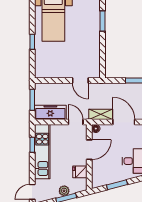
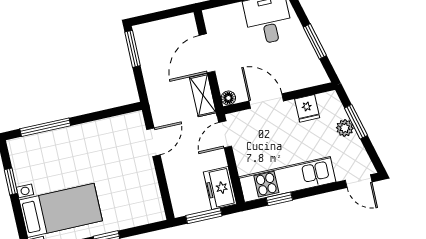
window: (102, 21) -> (45, 127), width x1.44
freezer: (50, 112) -> (220, 188), width x0.71

